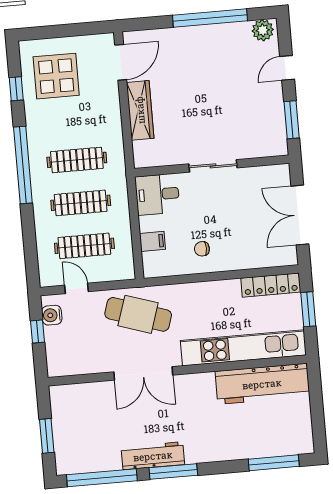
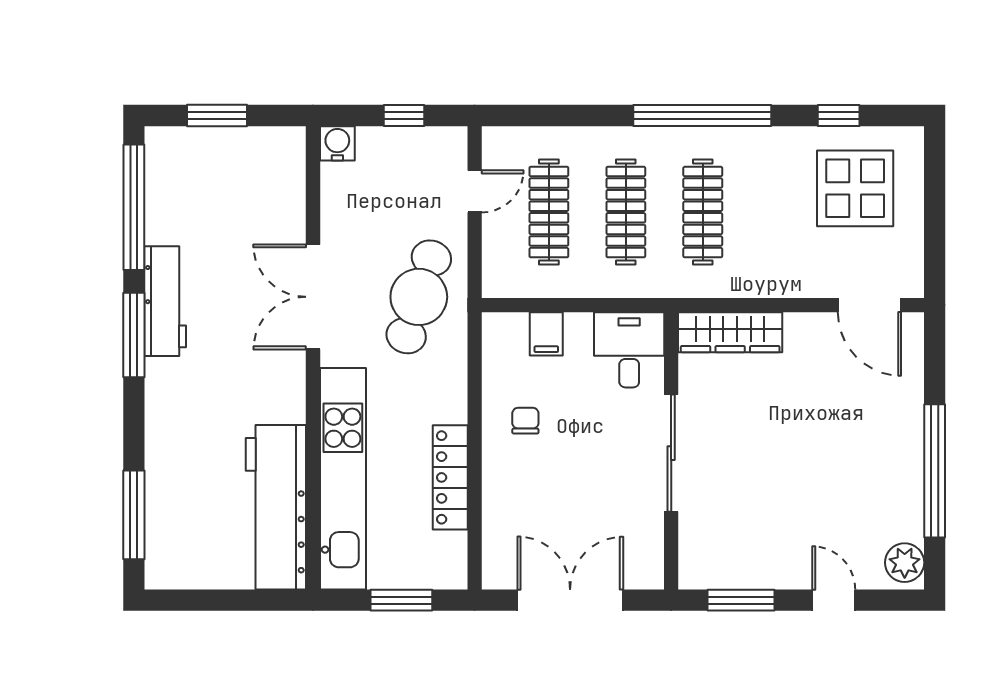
wardrobe: (140, 110) -> (730, 332), moved
sliding door: (213, 166) -> (671, 453), width x1.37
locker: (271, 285) -> (450, 477), moved
water cooler: (52, 315) -> (337, 143), moved

